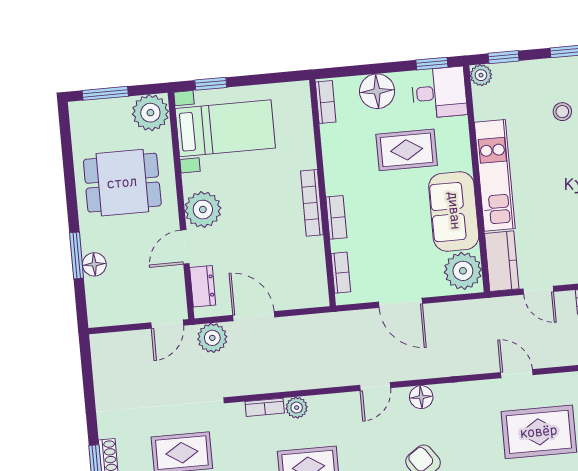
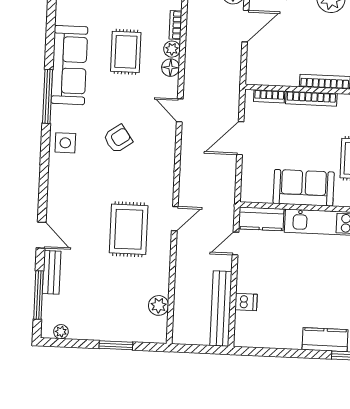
bookcase: (336, 217) -> (311, 99), width x1.56
plant: (463, 271) -> (258, 189), removed
floor lamp: (421, 397) -> (171, 68), moved

